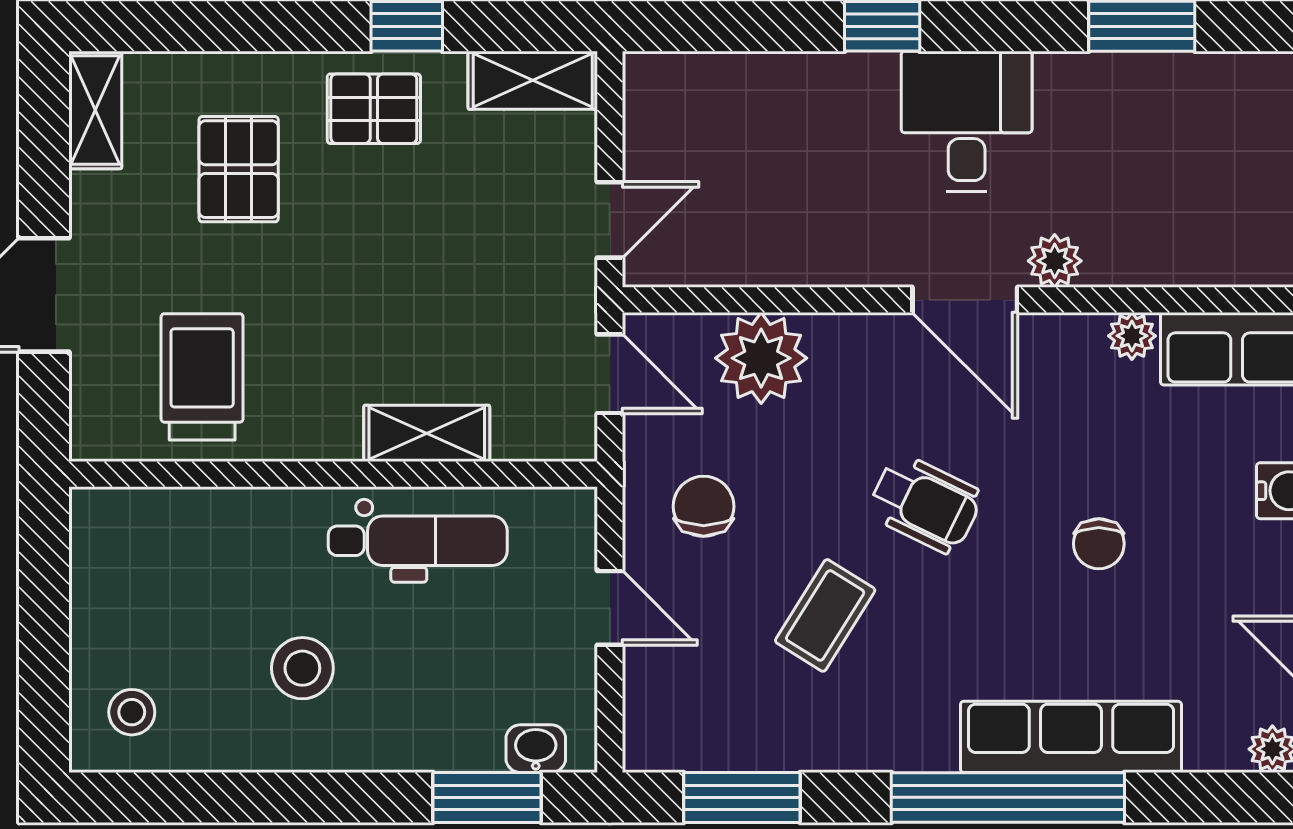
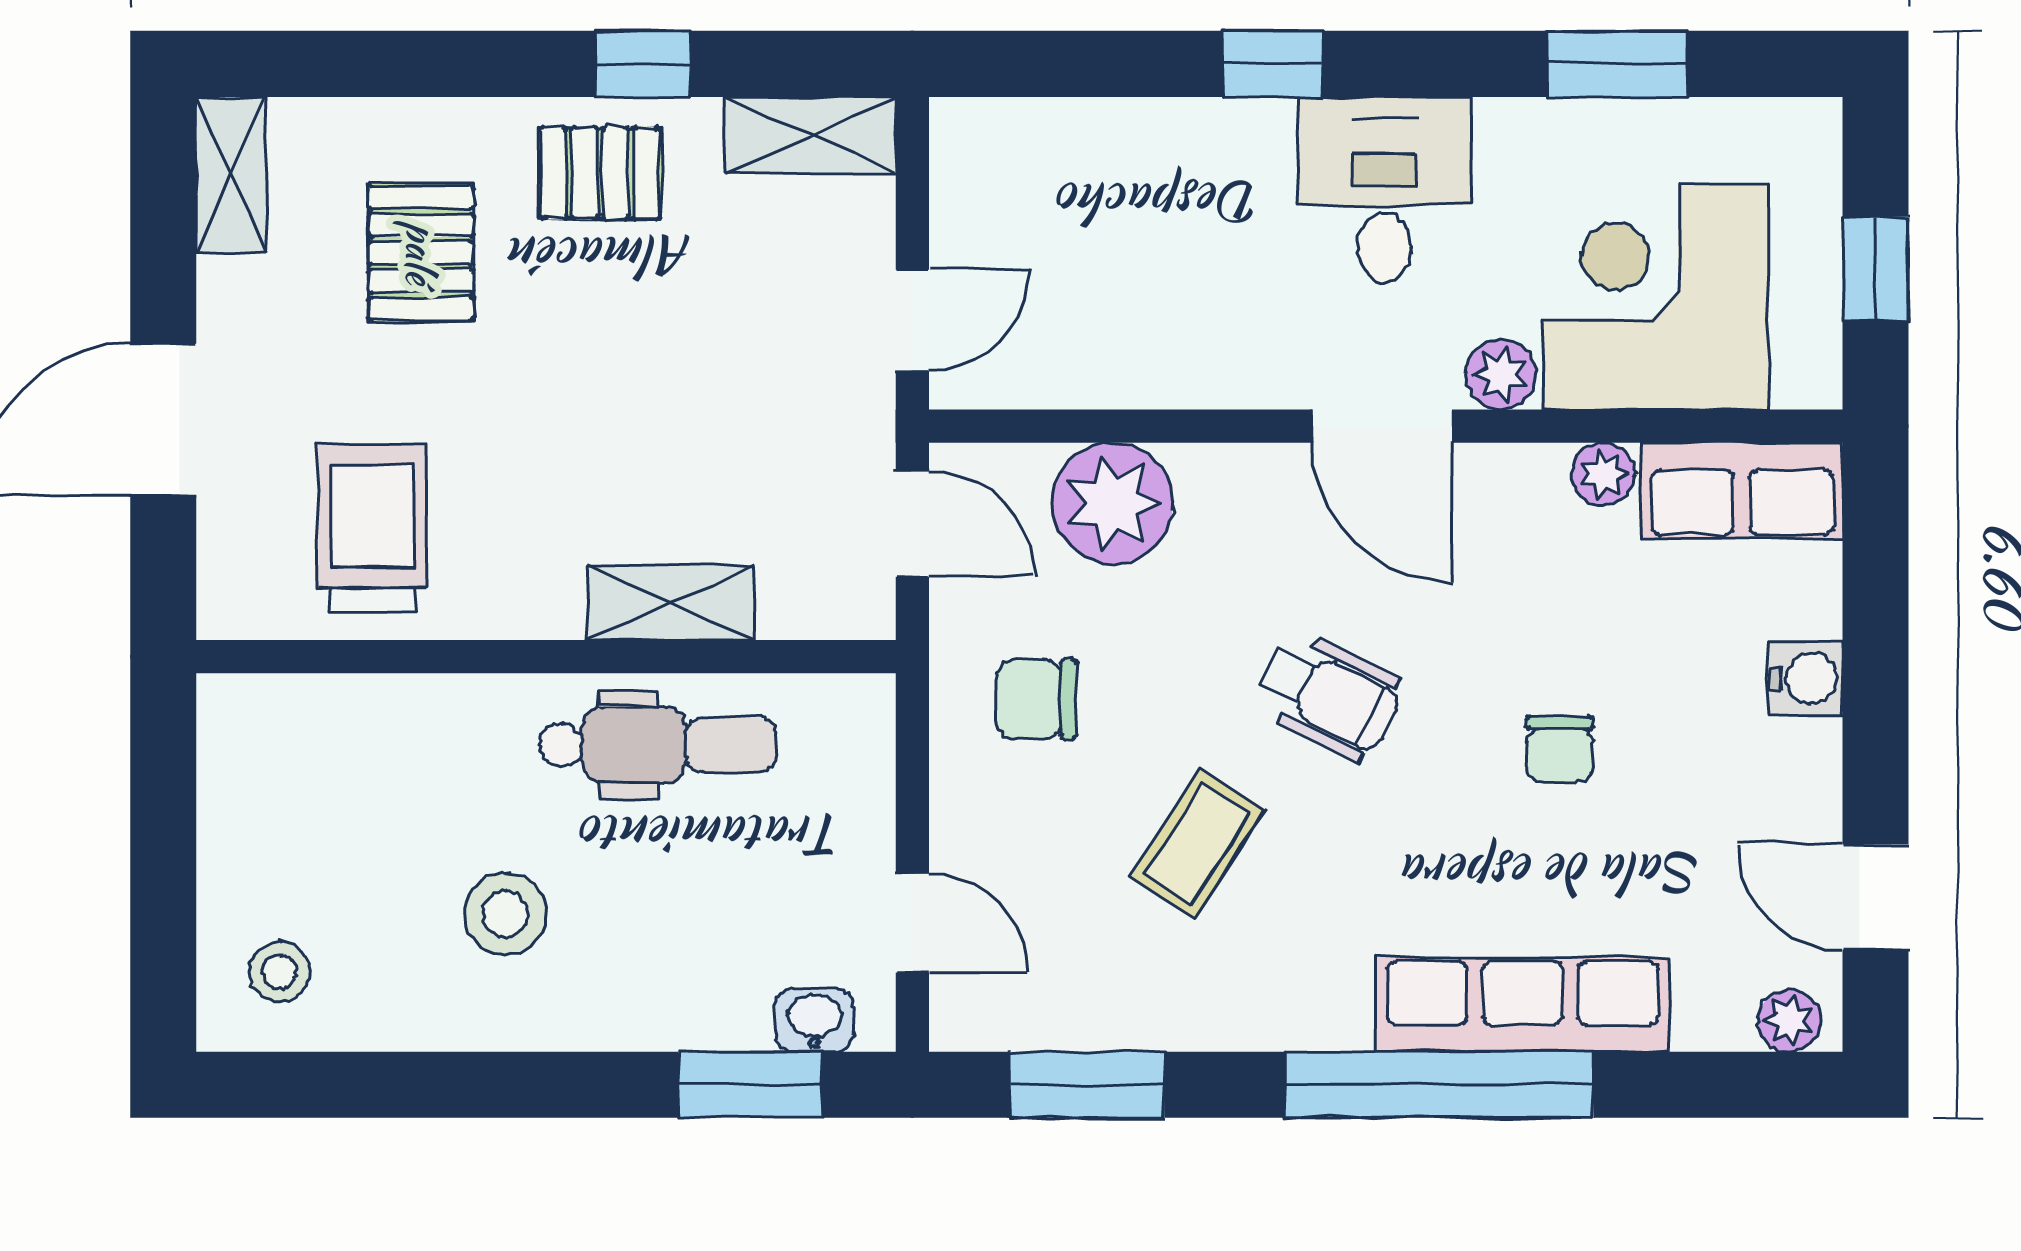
corner desk: (1171, 202) -> (1656, 297), added
chair: (704, 506) -> (1036, 699), turned -90
door: (610, 608) -> (912, 923), moved

